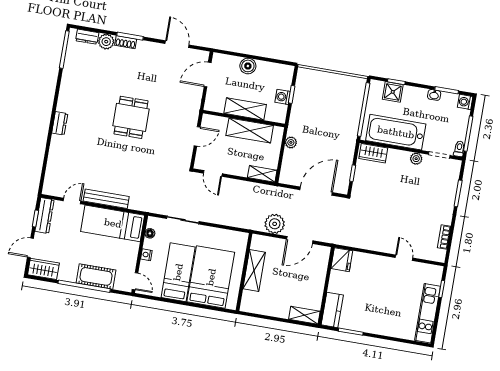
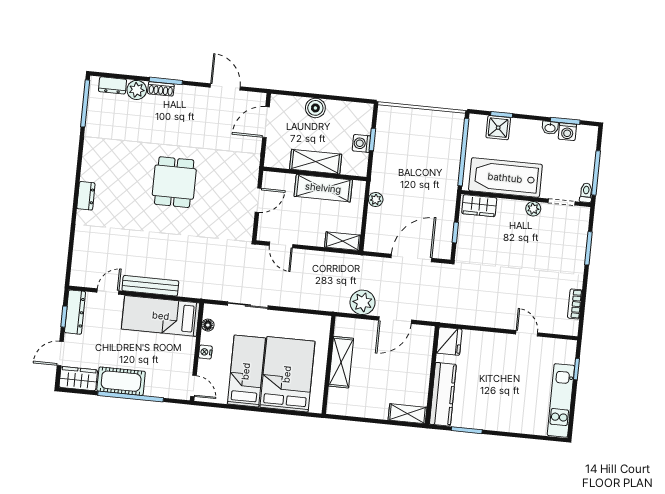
washing machine: (465, 102) -> (567, 132), moved, turned -90
cot: (96, 276) -> (121, 381), moved
kitchen counter: (332, 310) -> (443, 394), width x1.50

